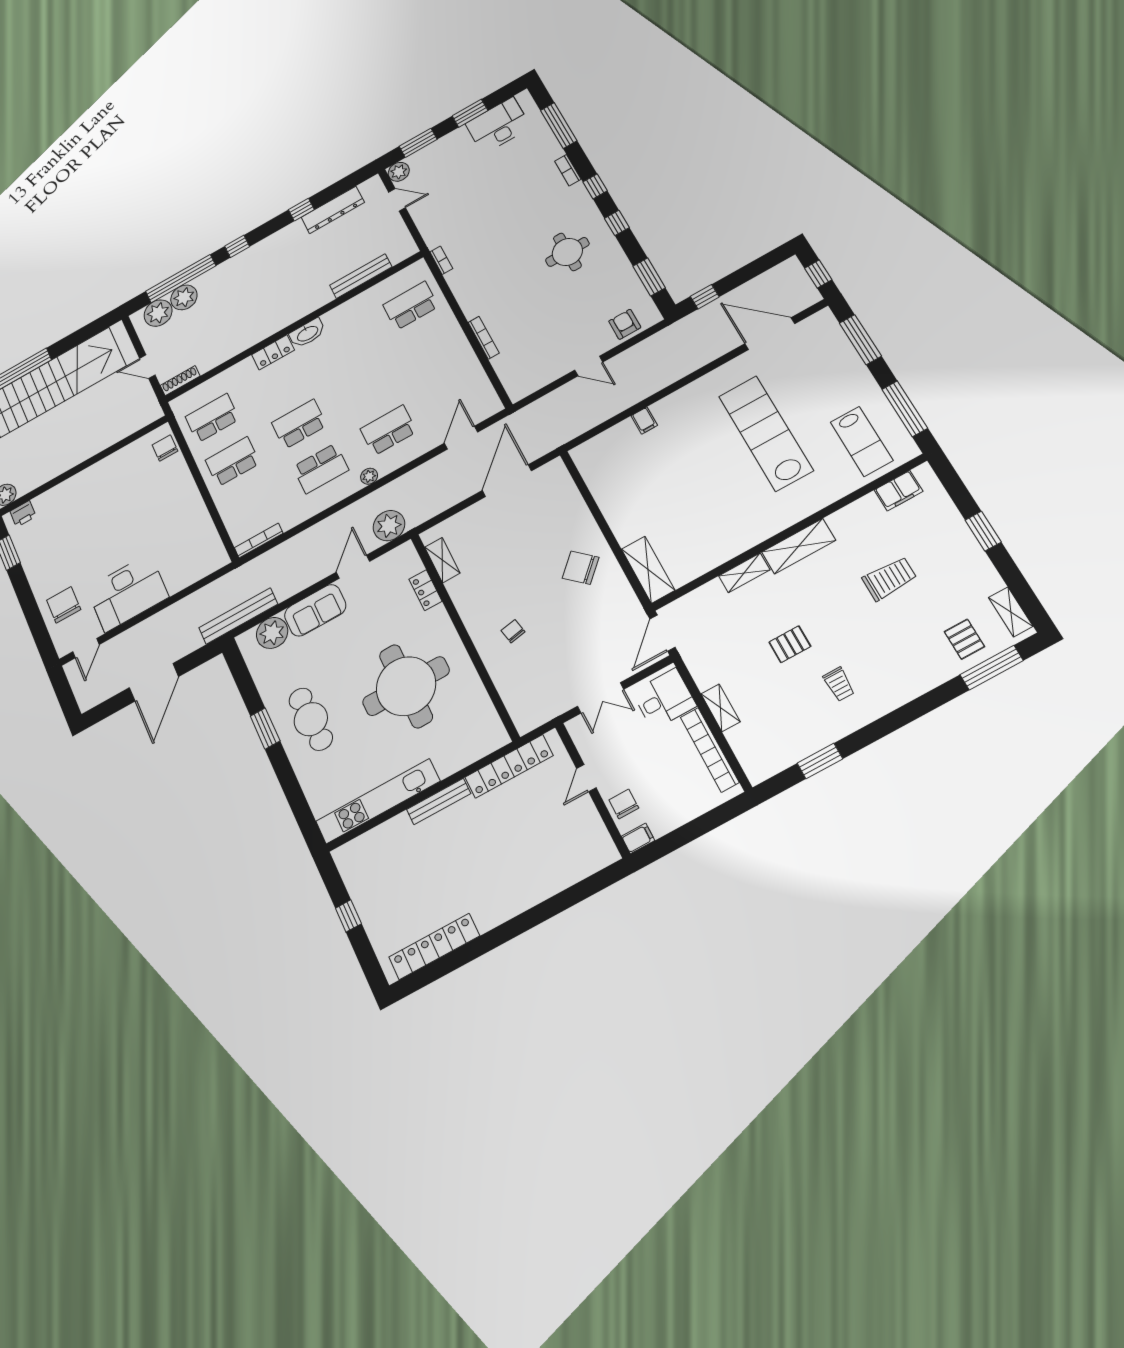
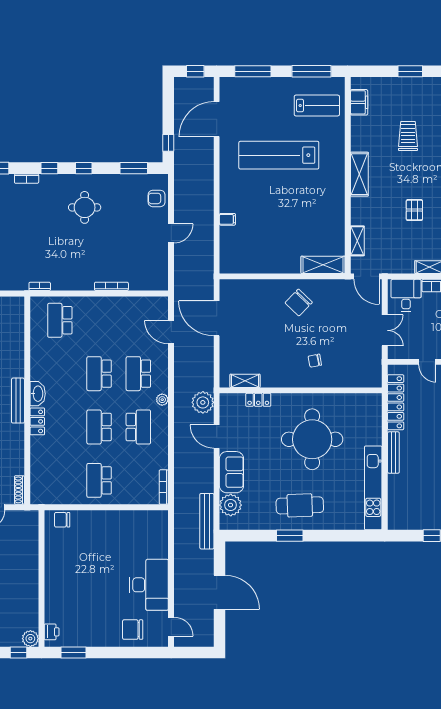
bench: (361, 276) -> (18, 401), moved
school desk: (212, 418) -> (99, 374), moved
shelving: (744, 573) -> (357, 241), moved

